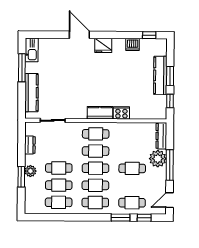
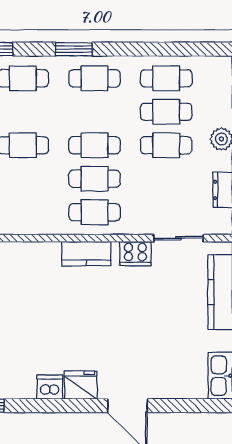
dishwasher: (133, 45) -> (50, 387), moved
cooker: (121, 113) -> (135, 254), moved
cafe table: (95, 185) -> (95, 112), removed
window: (120, 218) -> (74, 49), moved

